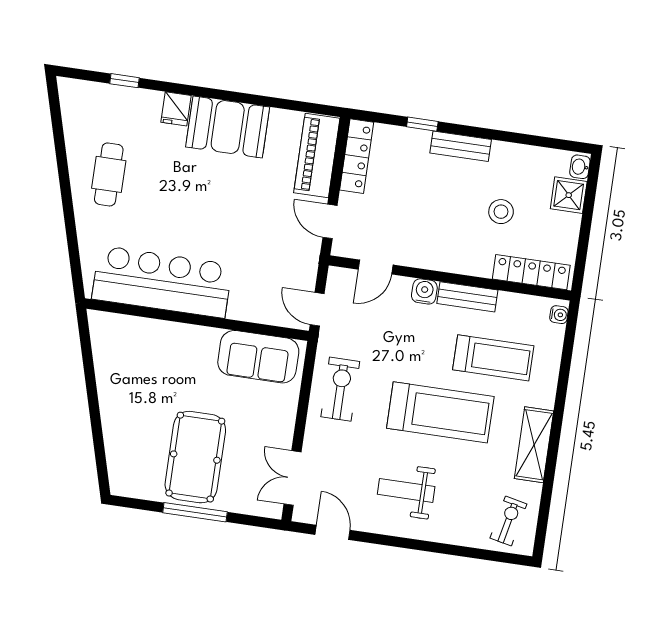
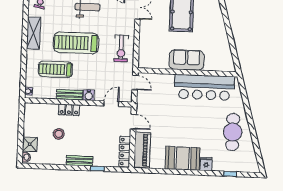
cafe table: (109, 174) -> (233, 132), width x1.37, depth x1.35
locker: (531, 272) -> (69, 110), moved, width x0.66
sofa: (258, 357) -> (187, 60), moved

